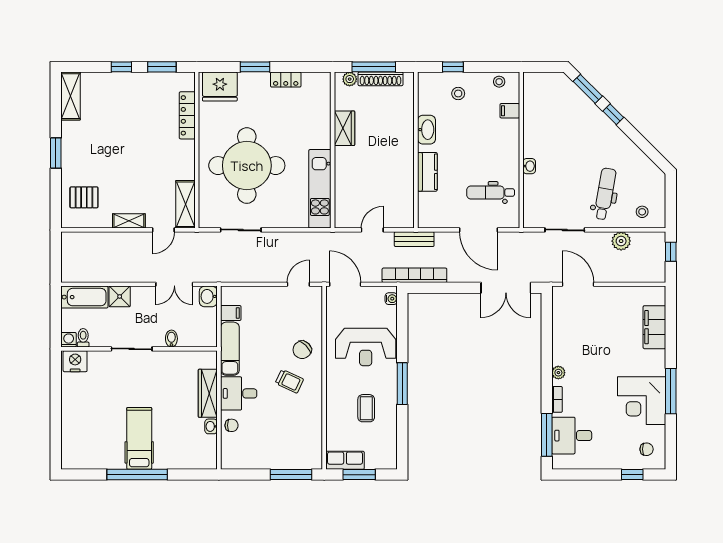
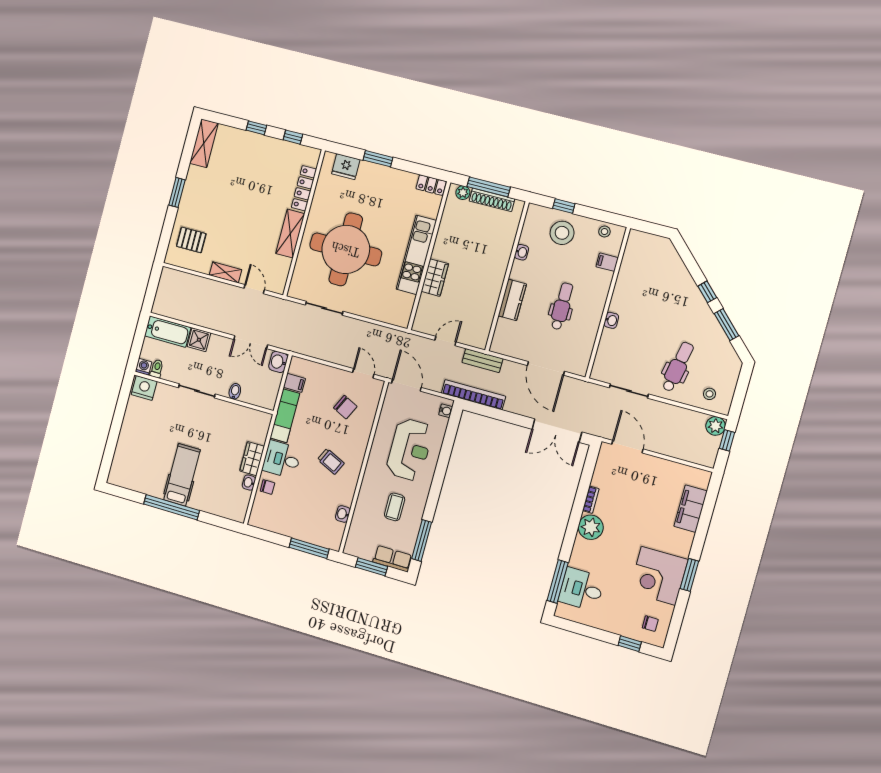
window: (162, 67) -> (293, 137), width x0.67
locker: (286, 80) -> (431, 185), moved
fridge: (220, 87) -> (346, 167), width x0.73, depth x0.75
window: (588, 89) -> (726, 325), moved
stool: (458, 94) -> (562, 233), width x1.89, depth x1.89
wardrobe: (344, 128) -> (435, 278), moved
washbasin: (426, 130) -> (522, 252), width x0.52, depth x0.69
kitchen unit: (320, 189) -> (416, 255), moved
dental chair: (491, 192) -> (562, 306), moved, turned 90
shelving: (185, 204) -> (290, 234), moved
door: (163, 230) -> (254, 289), swing flipped
plant: (621, 241) -> (716, 426), moved
door: (298, 284) -> (363, 373), hinge flipped
reception desk: (366, 347) -> (410, 449), turned -90
chair: (302, 350) -> (345, 407), moved, turned -109
plant: (558, 373) -> (591, 527), width x1.88, depth x1.88
window: (402, 384) -> (422, 540), moved
window: (671, 391) -> (689, 575), width x0.69
wardrobe: (208, 393) -> (252, 459), width x0.67
bookcase: (557, 399) -> (591, 500), moved
washbasin: (316, 430) -> (343, 514), added
row of seats: (345, 460) -> (392, 559), moved

